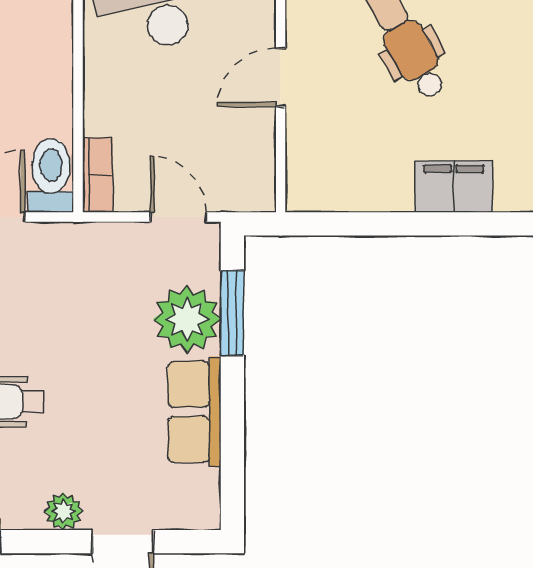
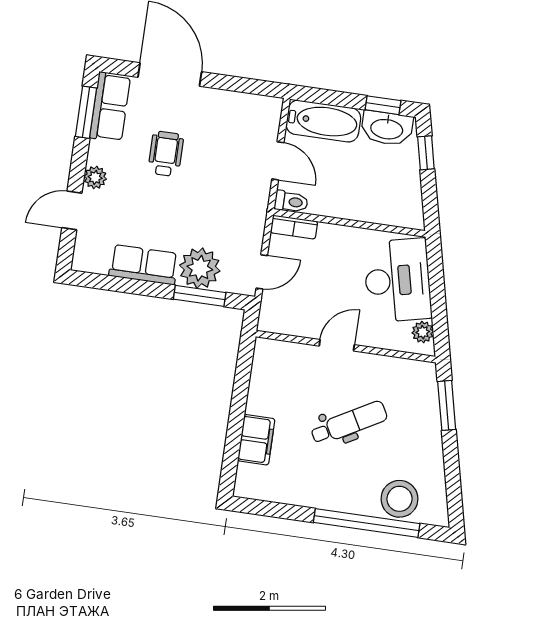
door: (281, 77) -> (337, 345), hinge flipped
toilet: (51, 175) -> (291, 202), width x0.73, depth x0.72

